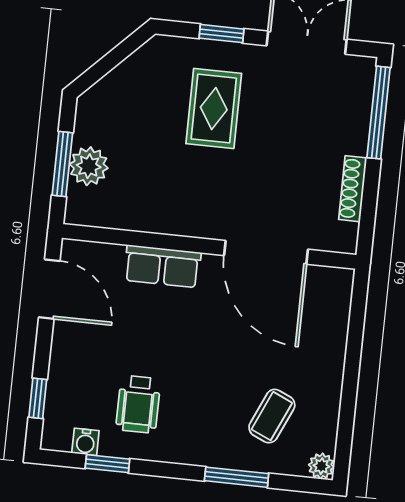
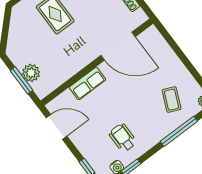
wheelchair: (138, 404) -> (123, 138), turned 180
window: (237, 477) -> (179, 131), width x1.44

